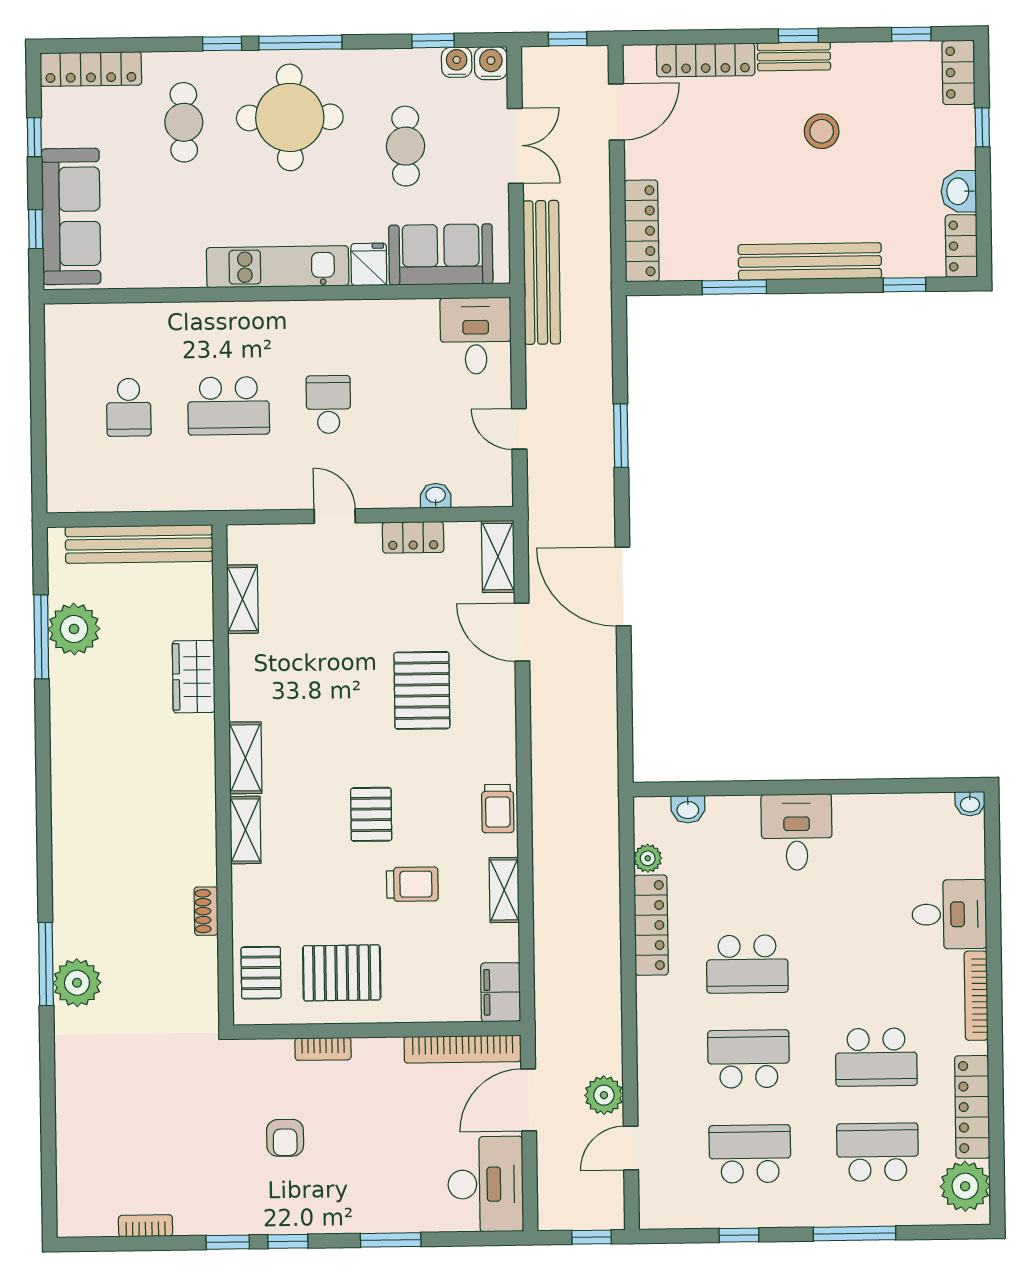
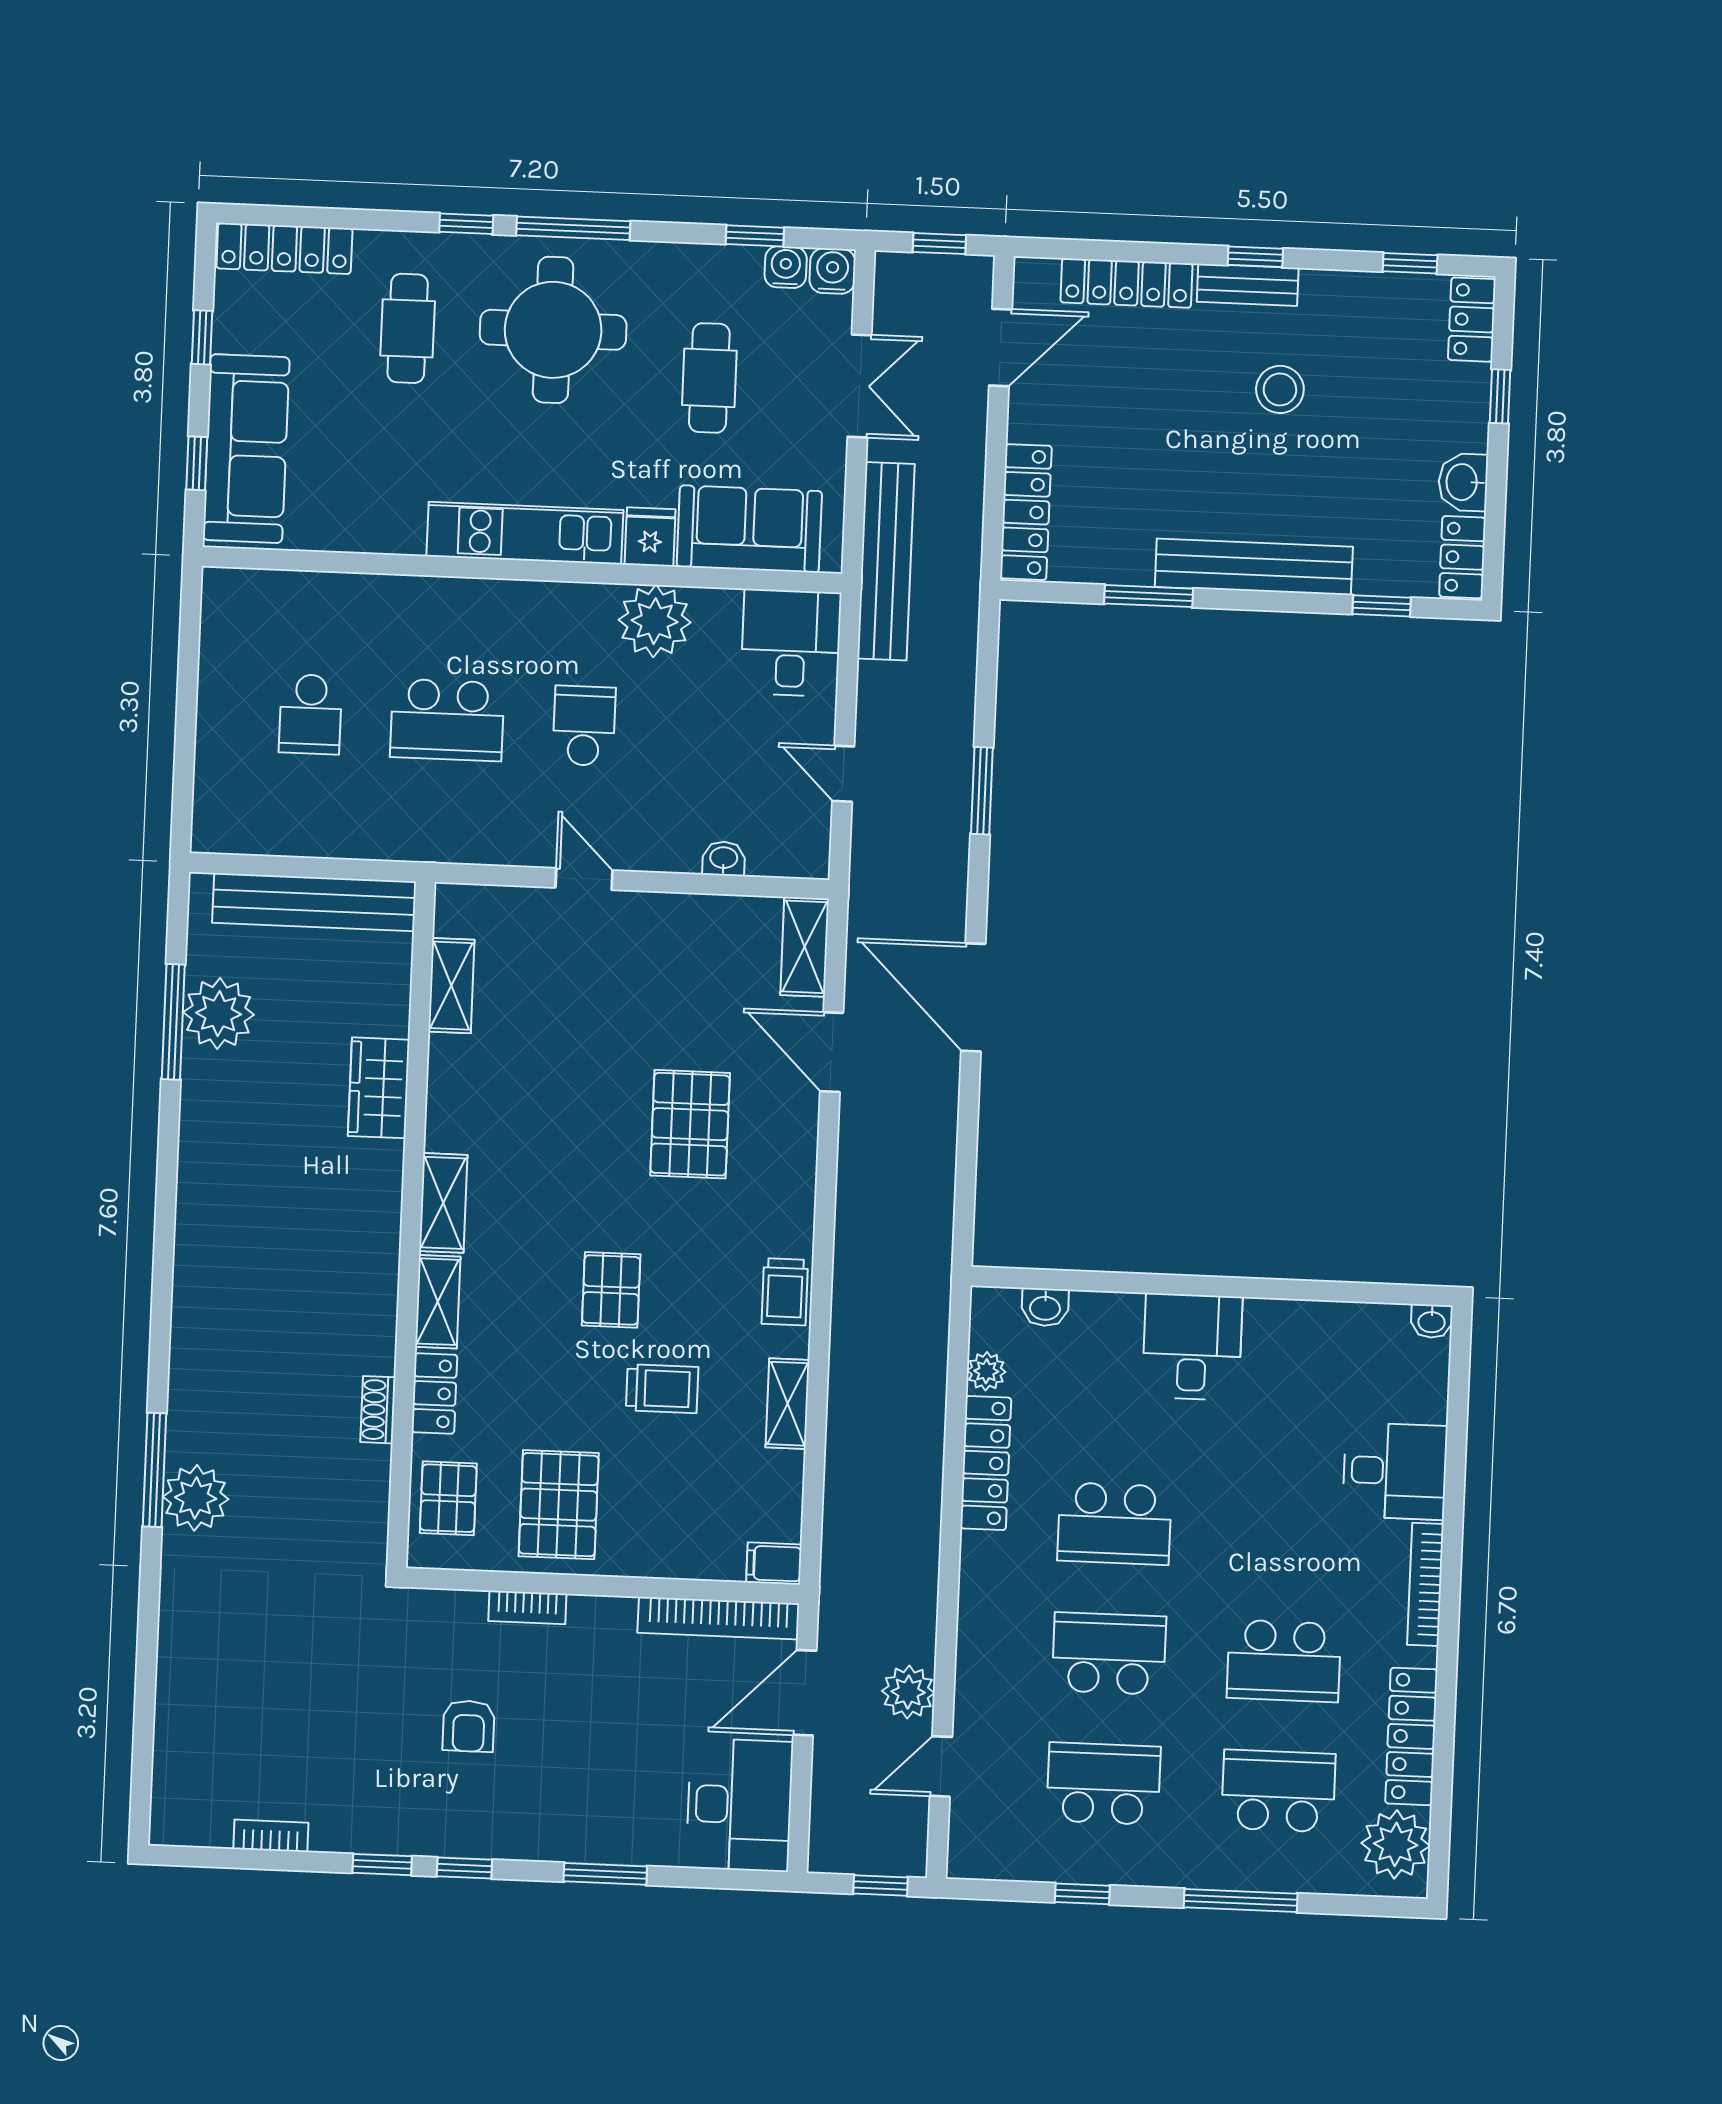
plant: (376, 325) -> (655, 621), added
locker: (413, 537) -> (434, 1393), moved, turned -90
pallet: (342, 973) -> (559, 1505), turned 90
filing cabinet: (501, 992) -> (774, 1563), width x0.50

